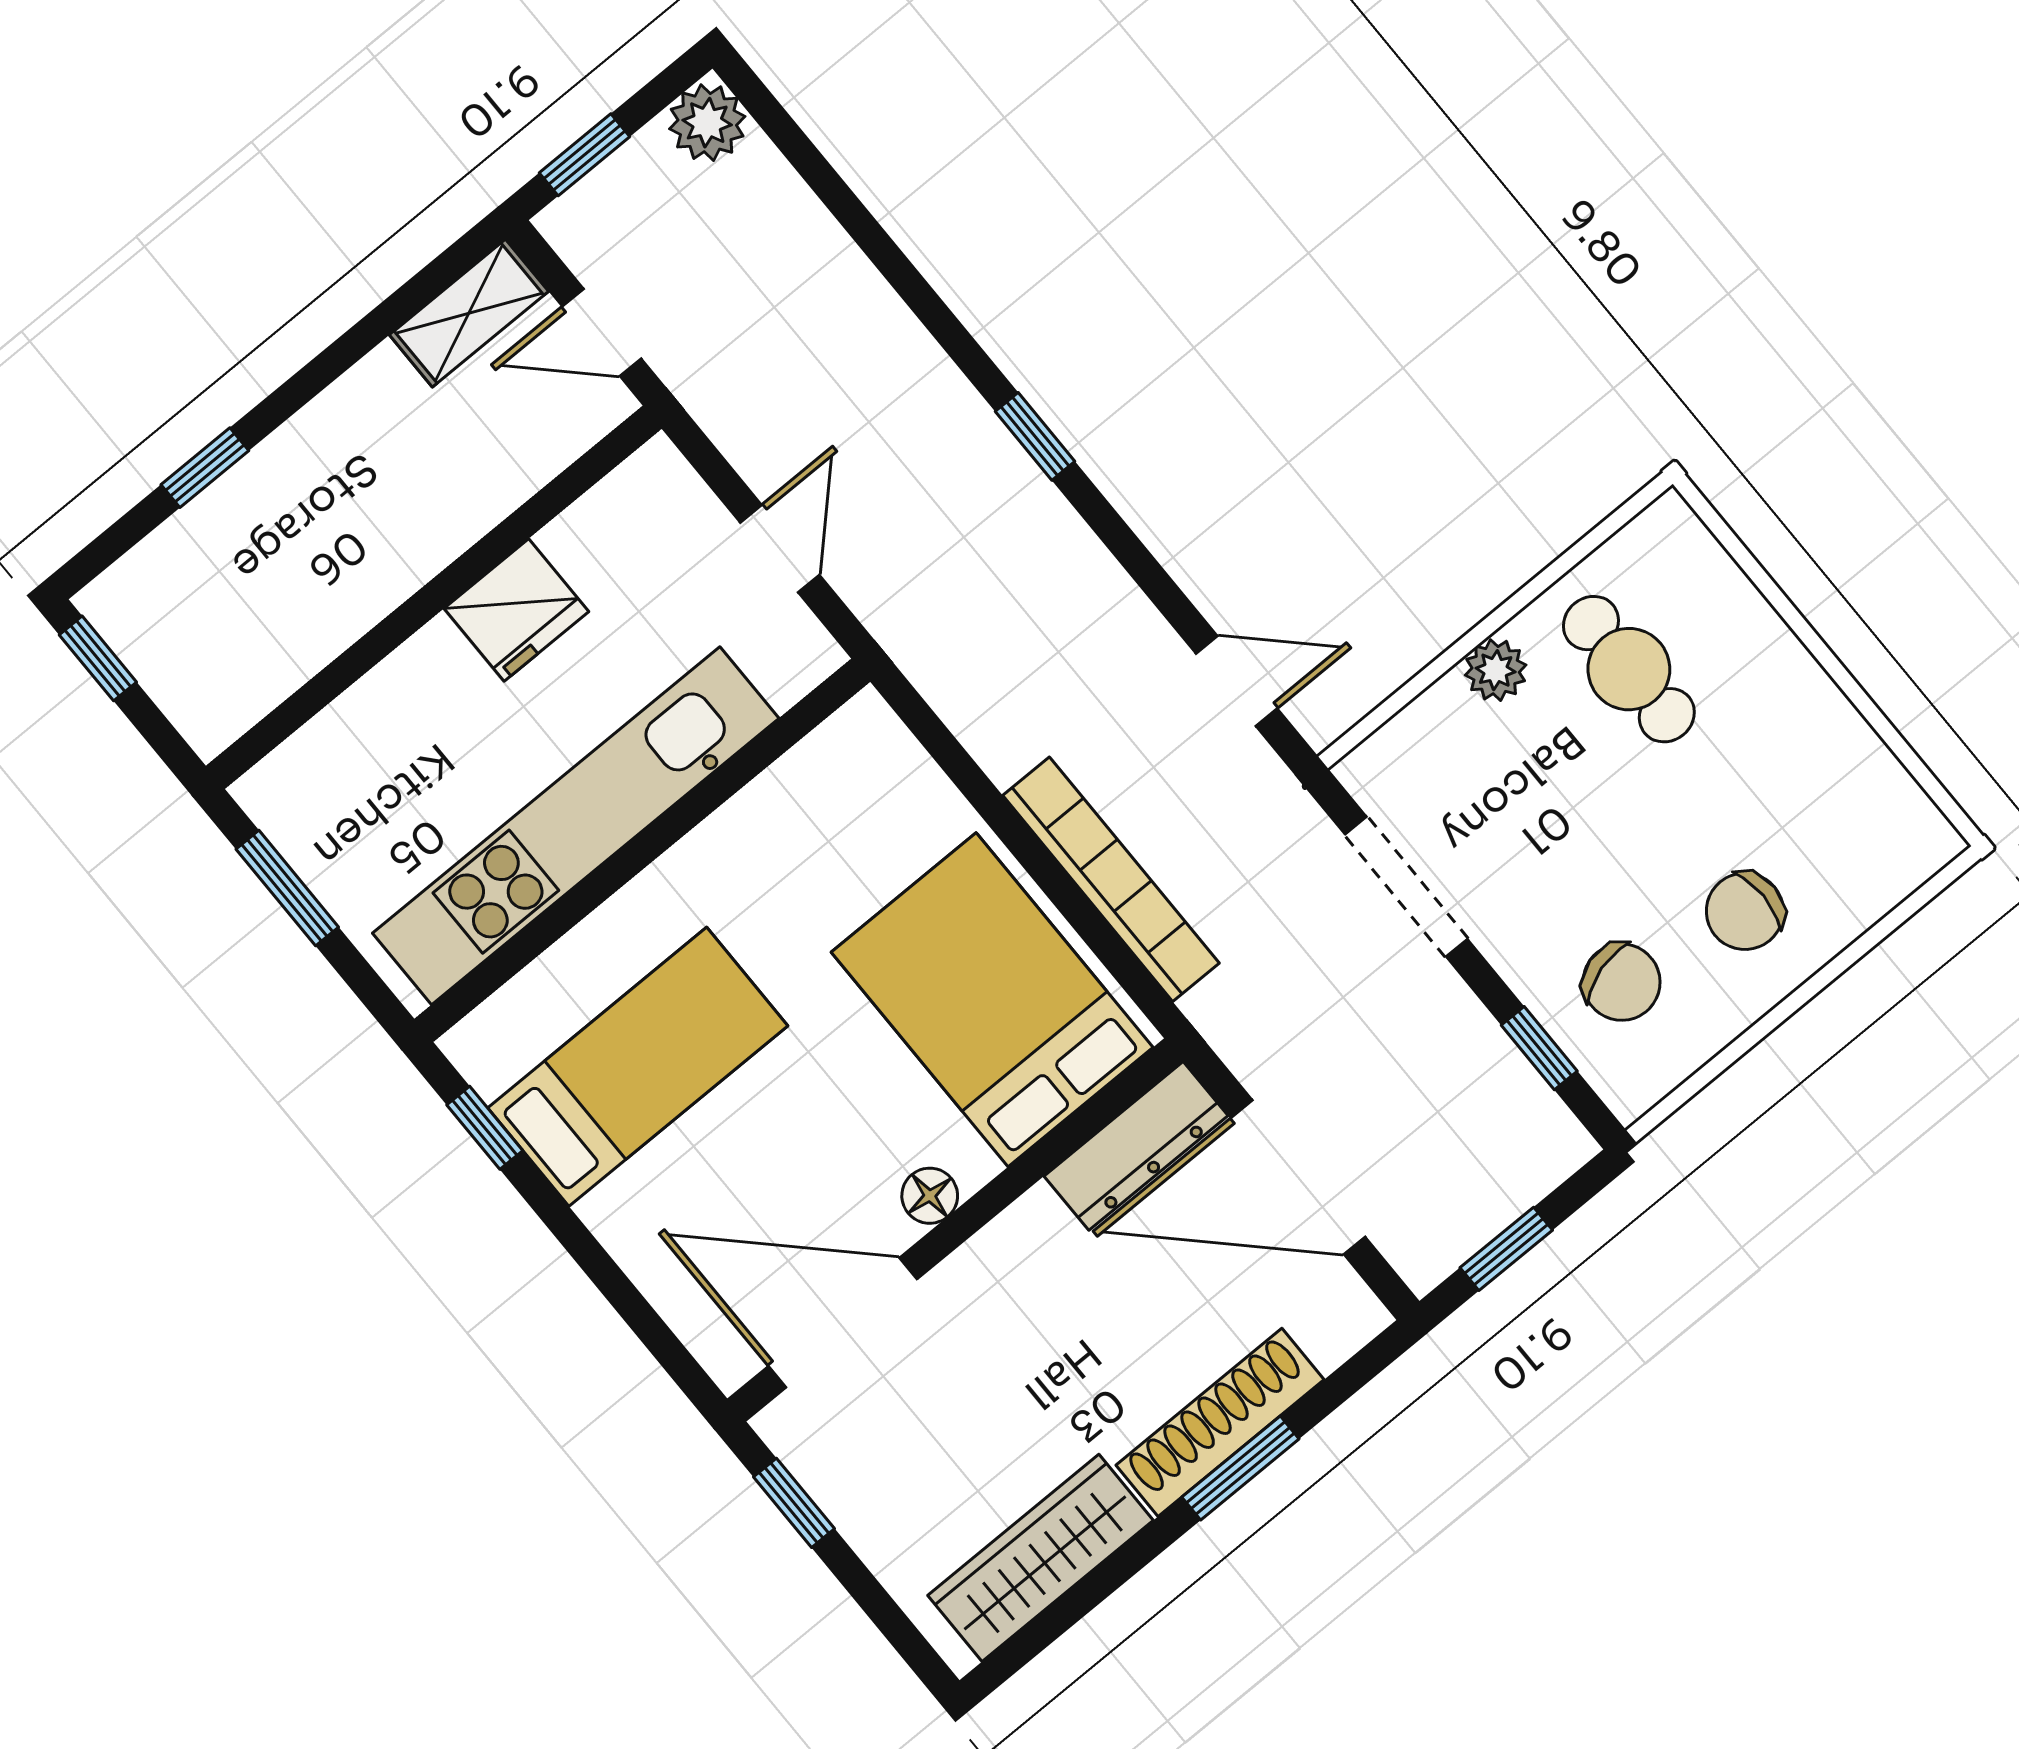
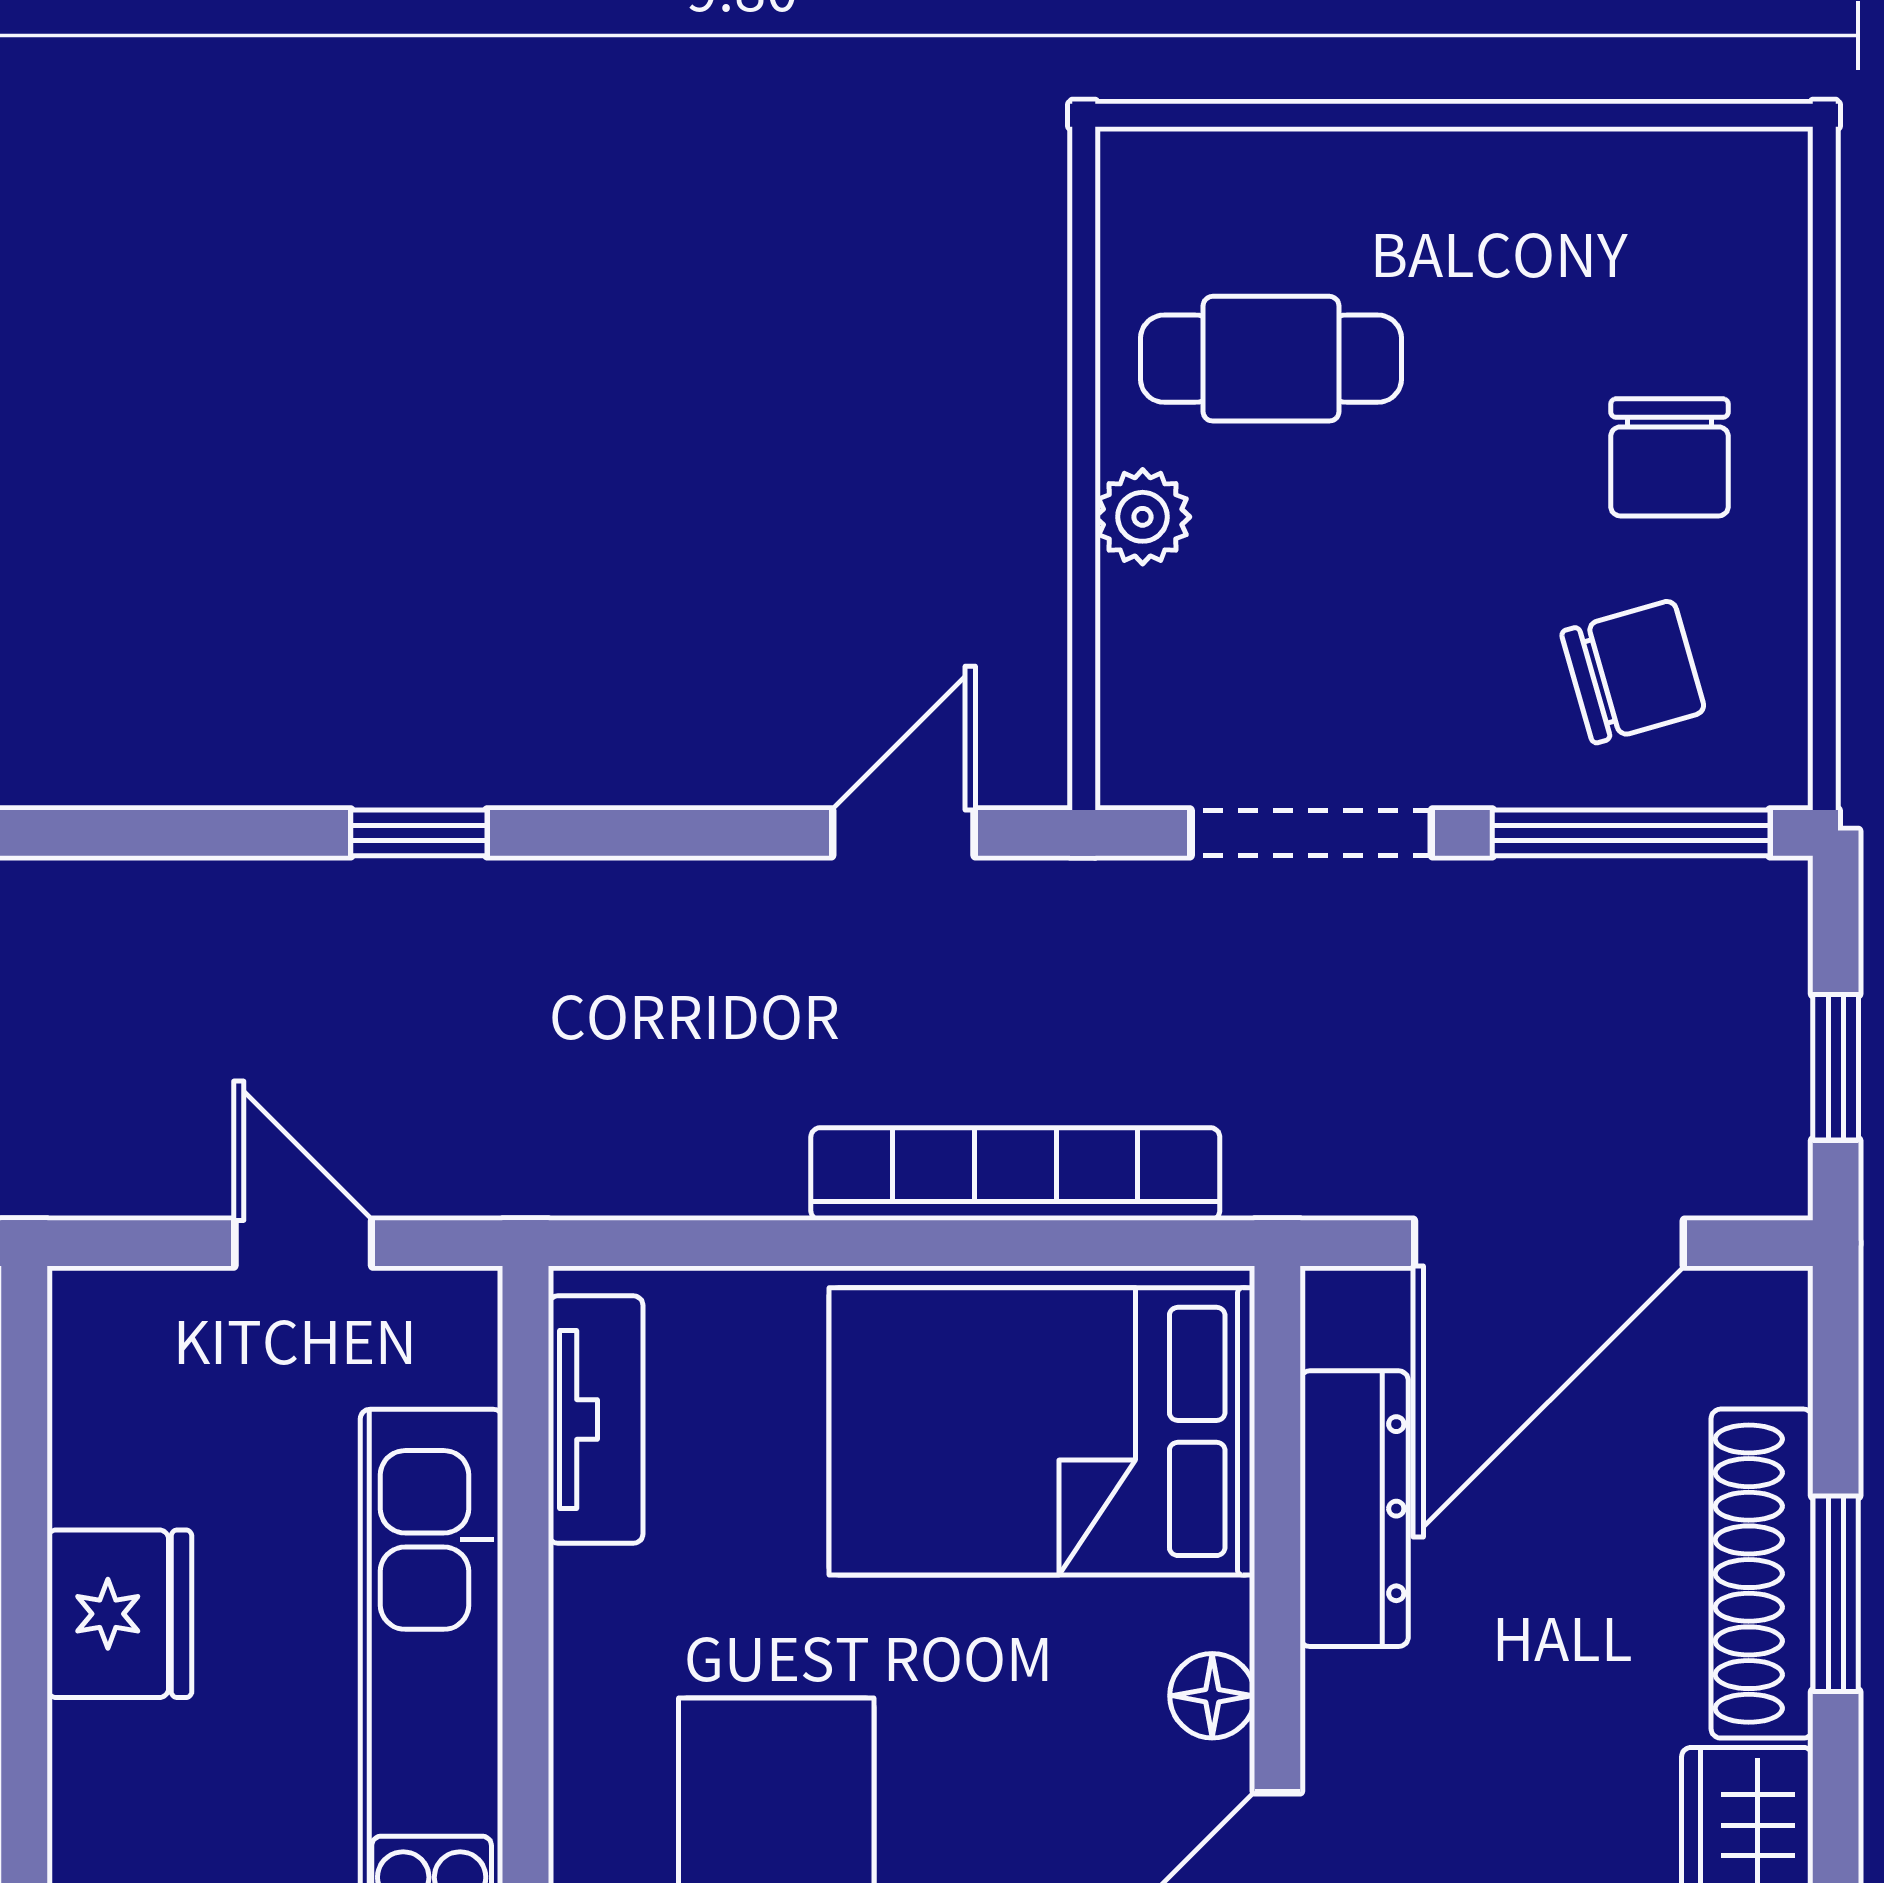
tv unit: (813, 770) -> (596, 1420), added
window: (1539, 1048) -> (1631, 833), width x2.17
dresser: (1136, 1146) -> (1354, 1509), moved

